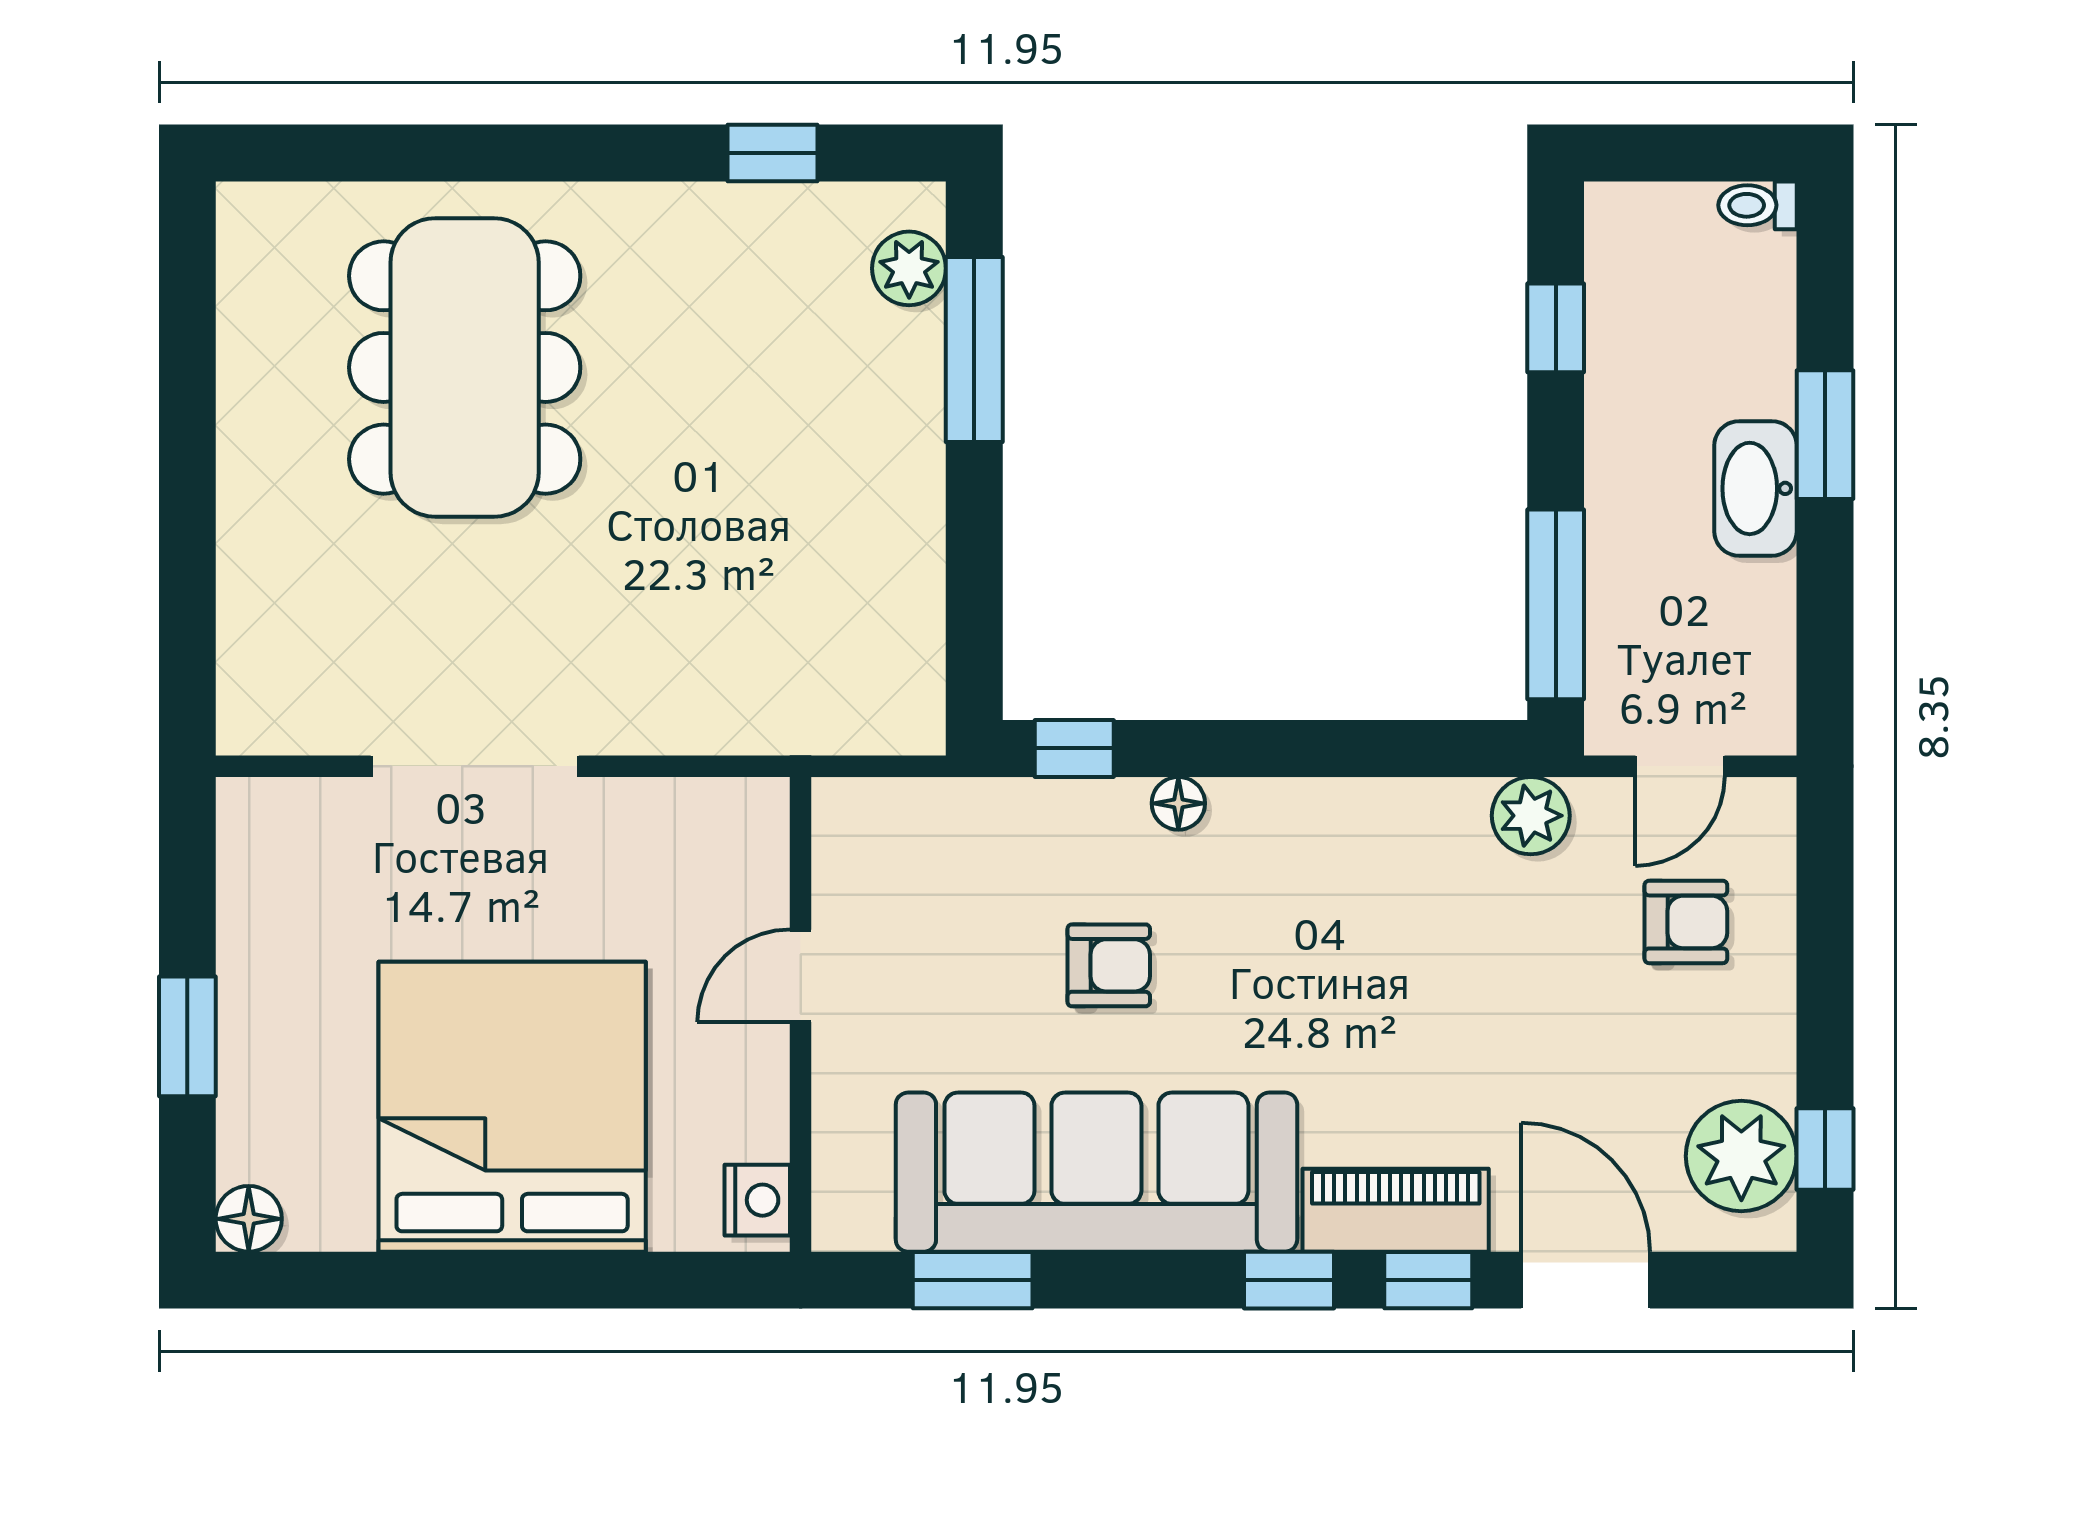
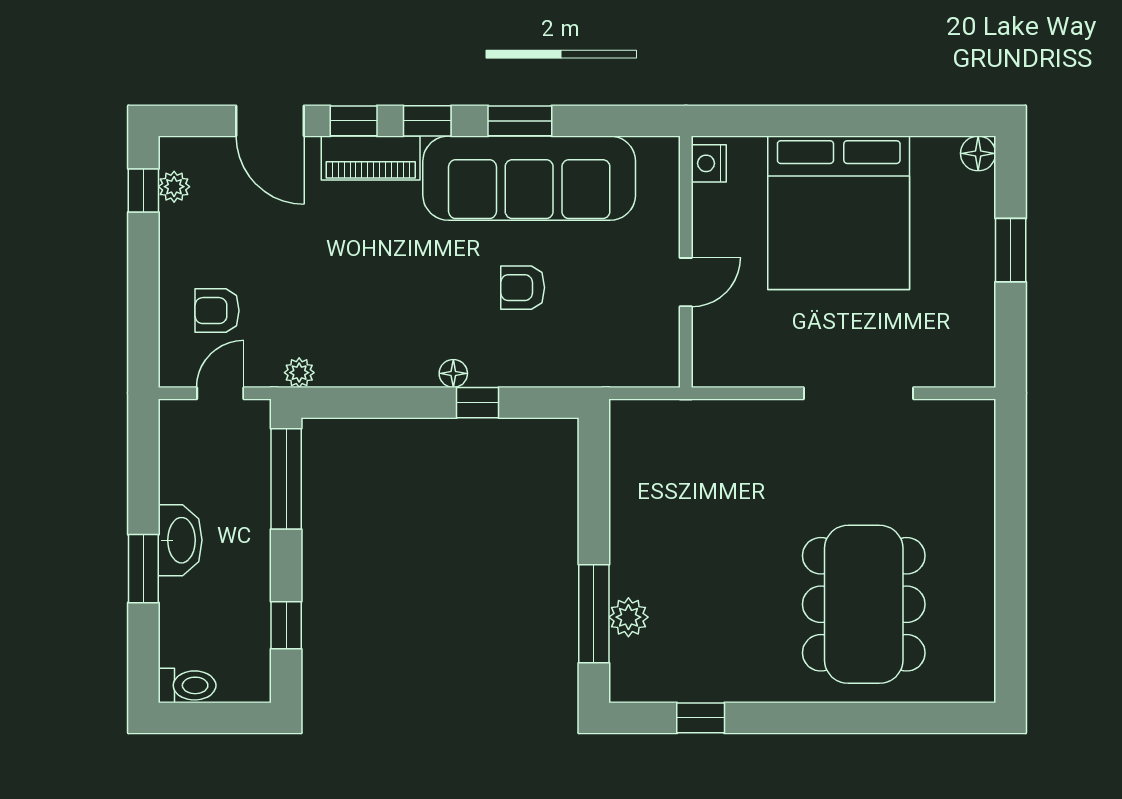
toilet: (1758, 205) -> (187, 685), width x1.37, depth x1.39
plant: (909, 268) -> (628, 617), moved
window: (1074, 748) -> (477, 403), moved
floor lamp: (1178, 803) -> (453, 373), moved
plant: (1531, 816) -> (299, 373), width x0.73, depth x0.73
plant: (1741, 1156) -> (174, 187), width x0.53, depth x0.53
window: (973, 1280) -> (520, 121), moved

